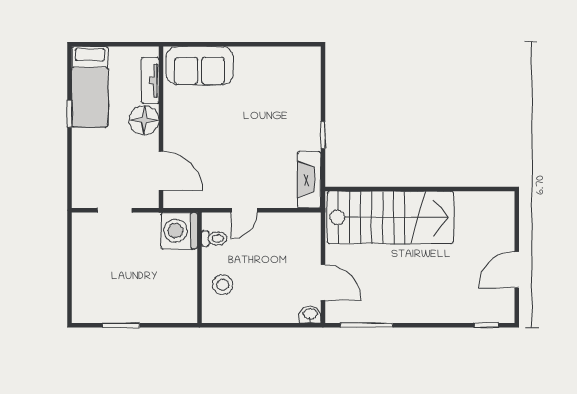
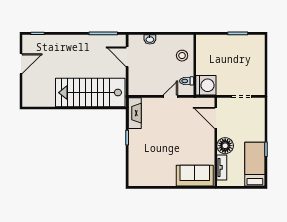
washbasin: (310, 315) -> (150, 39), moved

